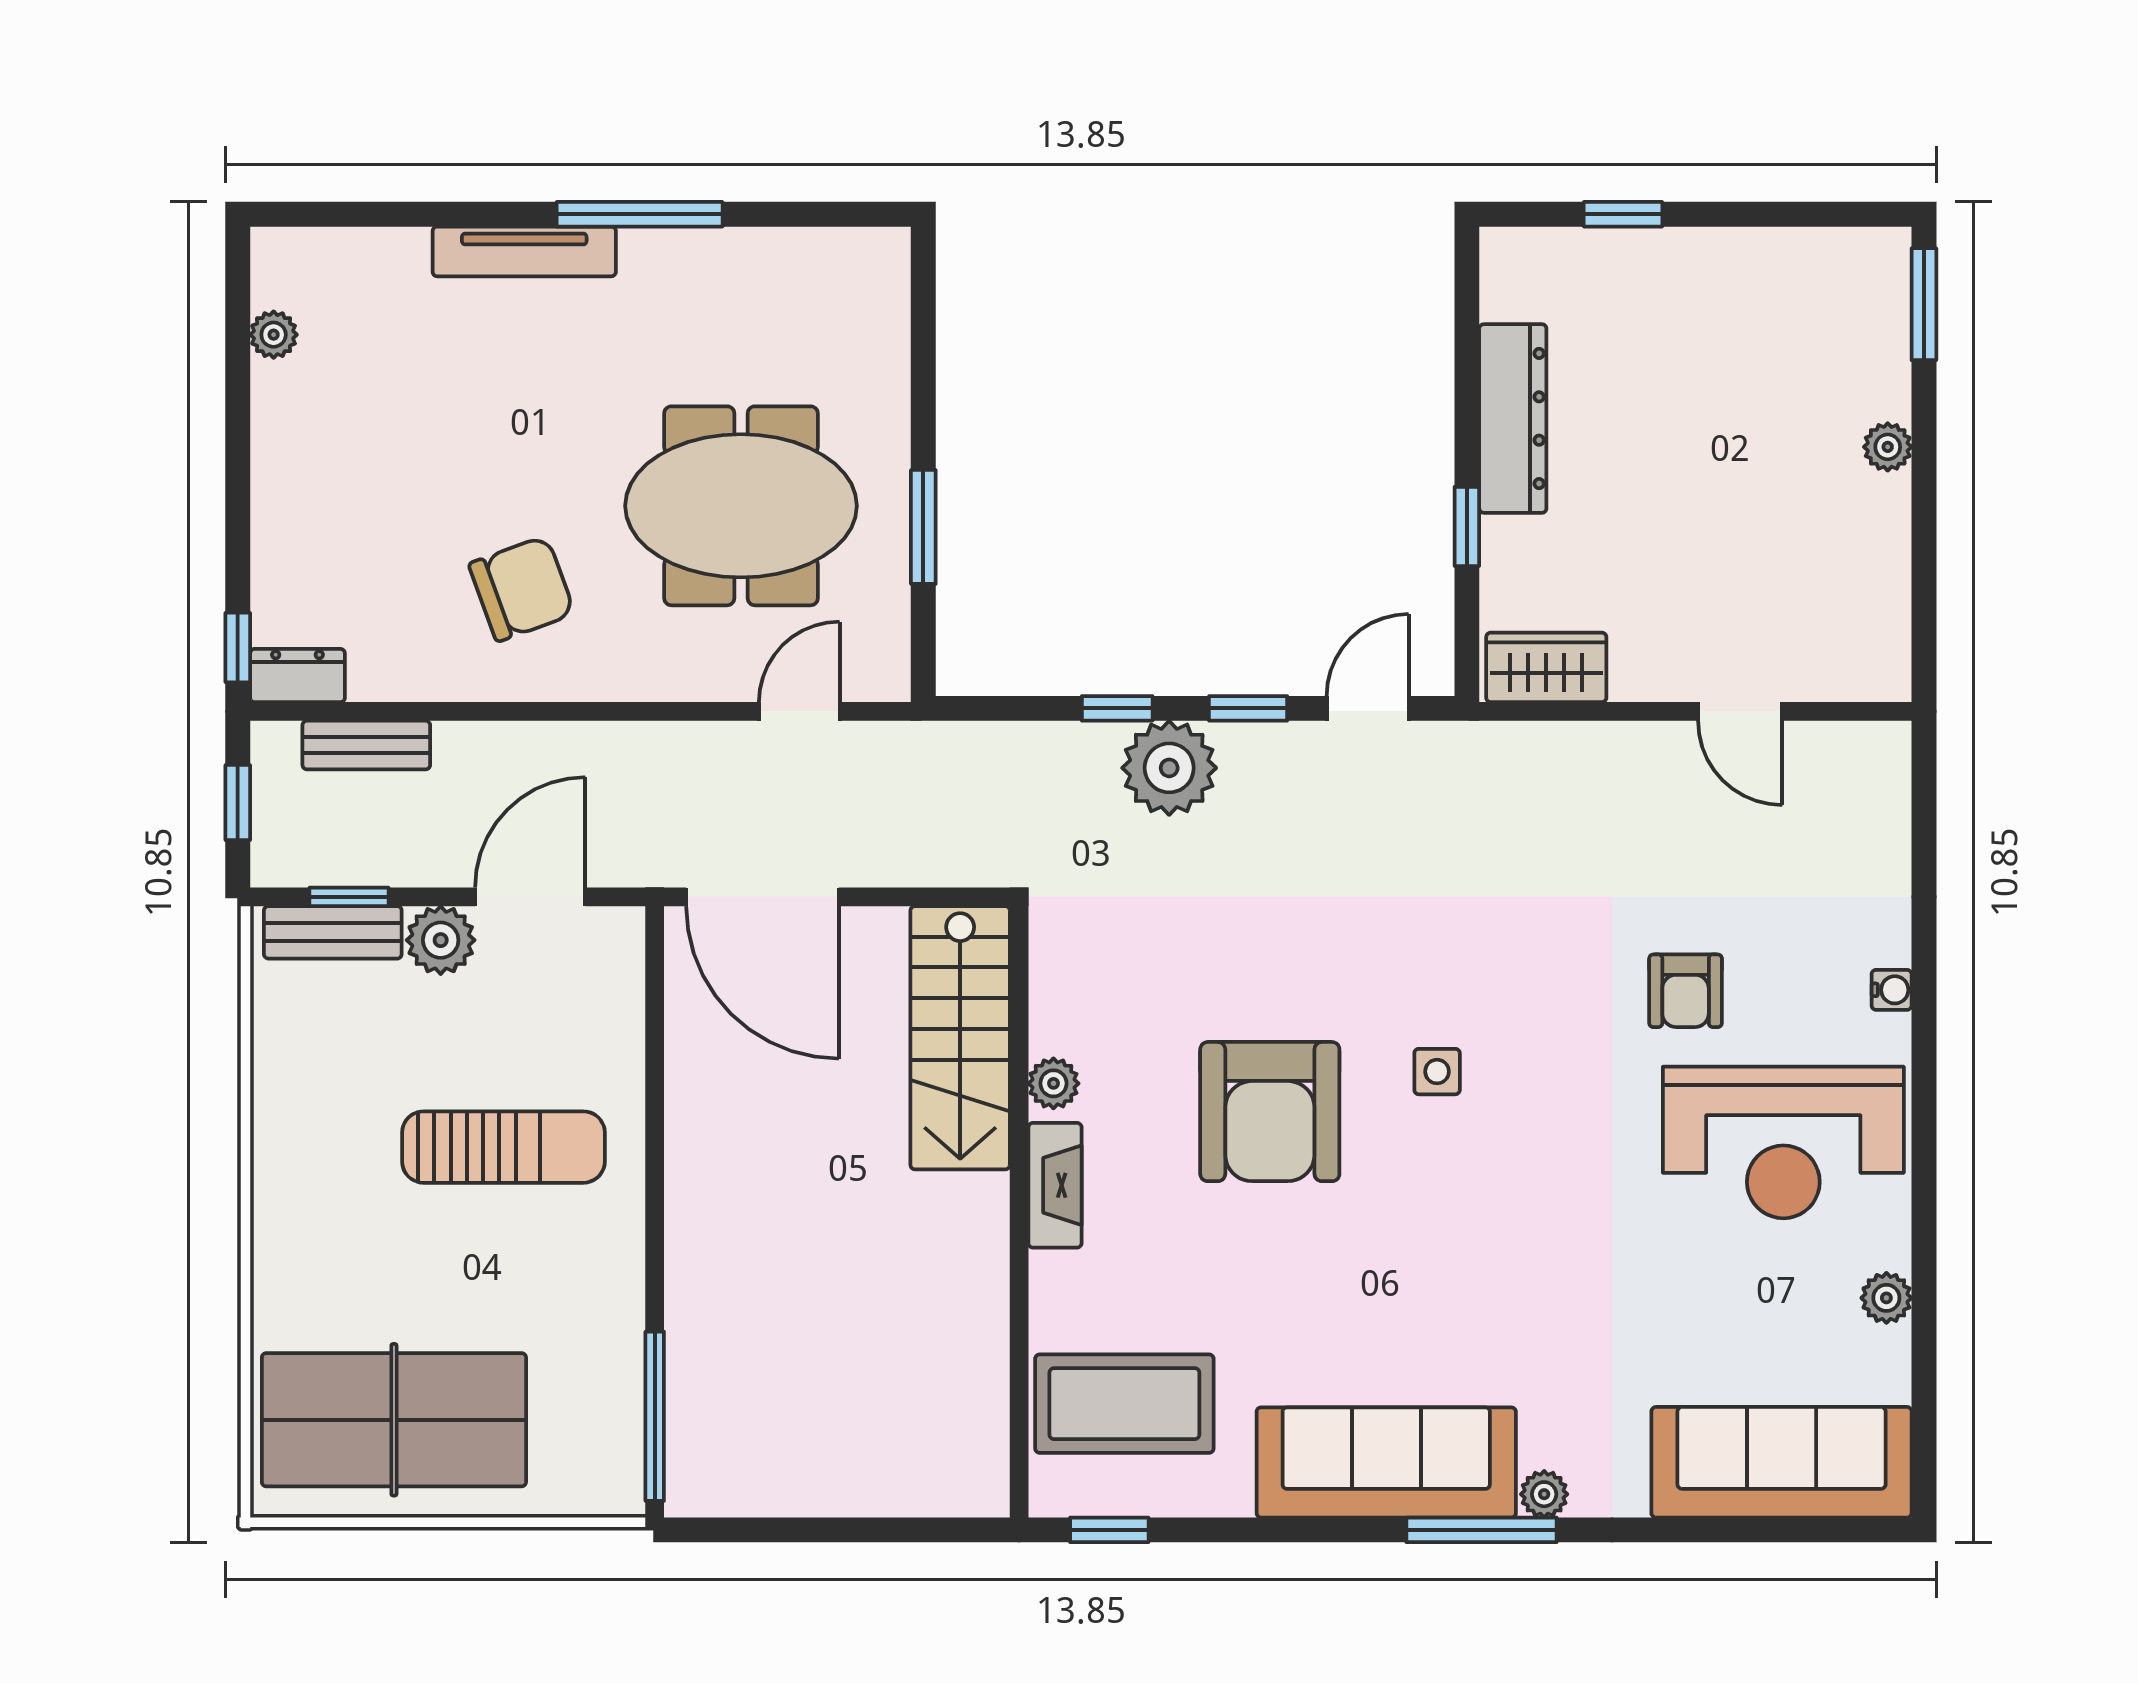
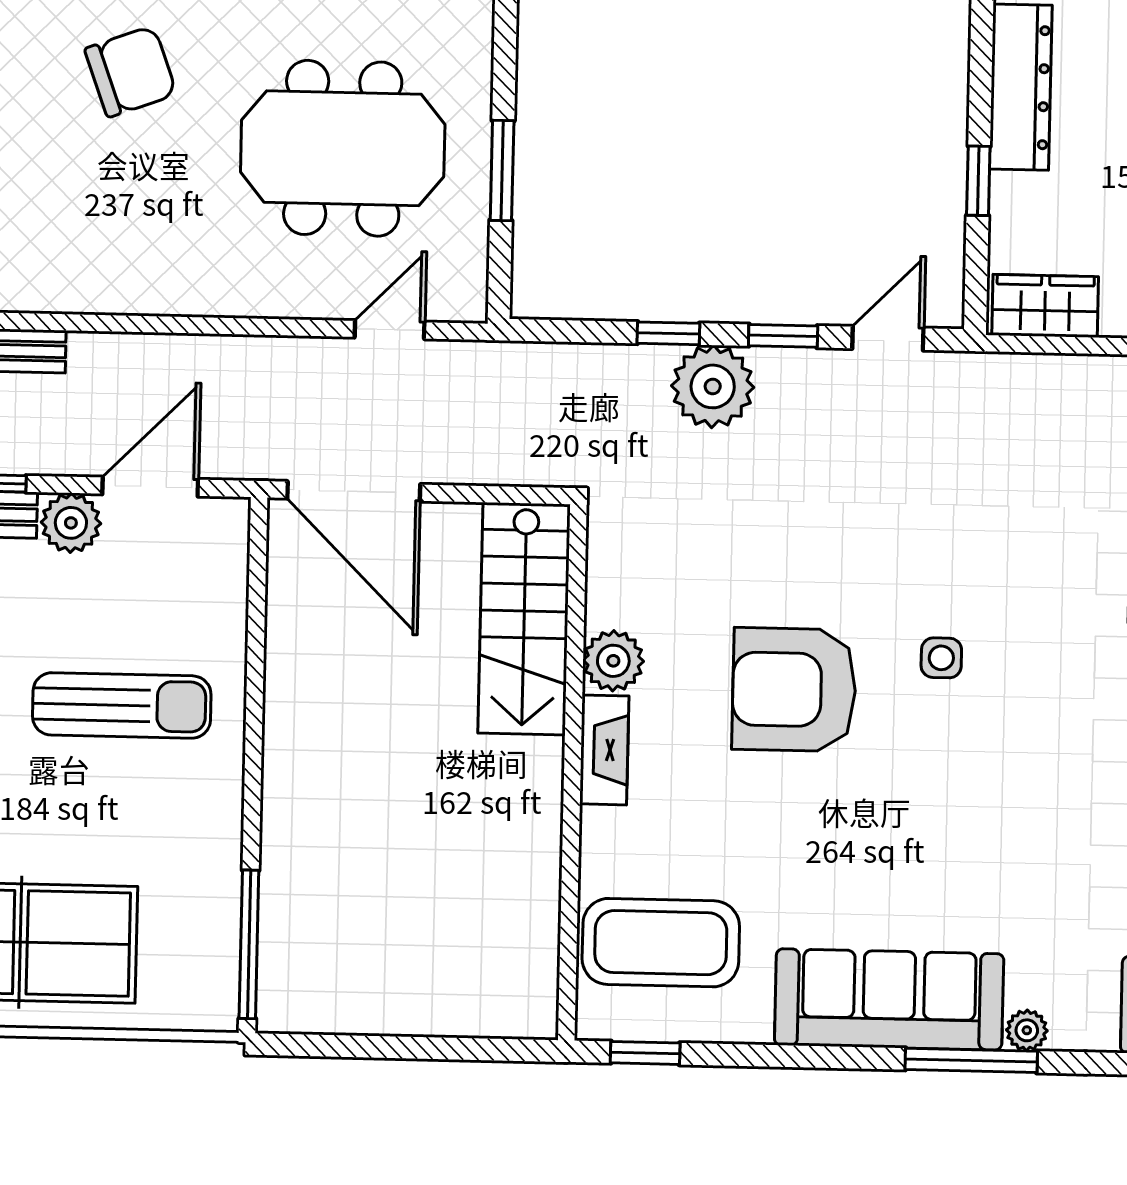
chair: (522, 589) -> (131, 72), moved
plant: (1053, 1083) -> (613, 661), width x1.38, depth x1.38
armchair: (1270, 1112) -> (794, 690), turned 90

